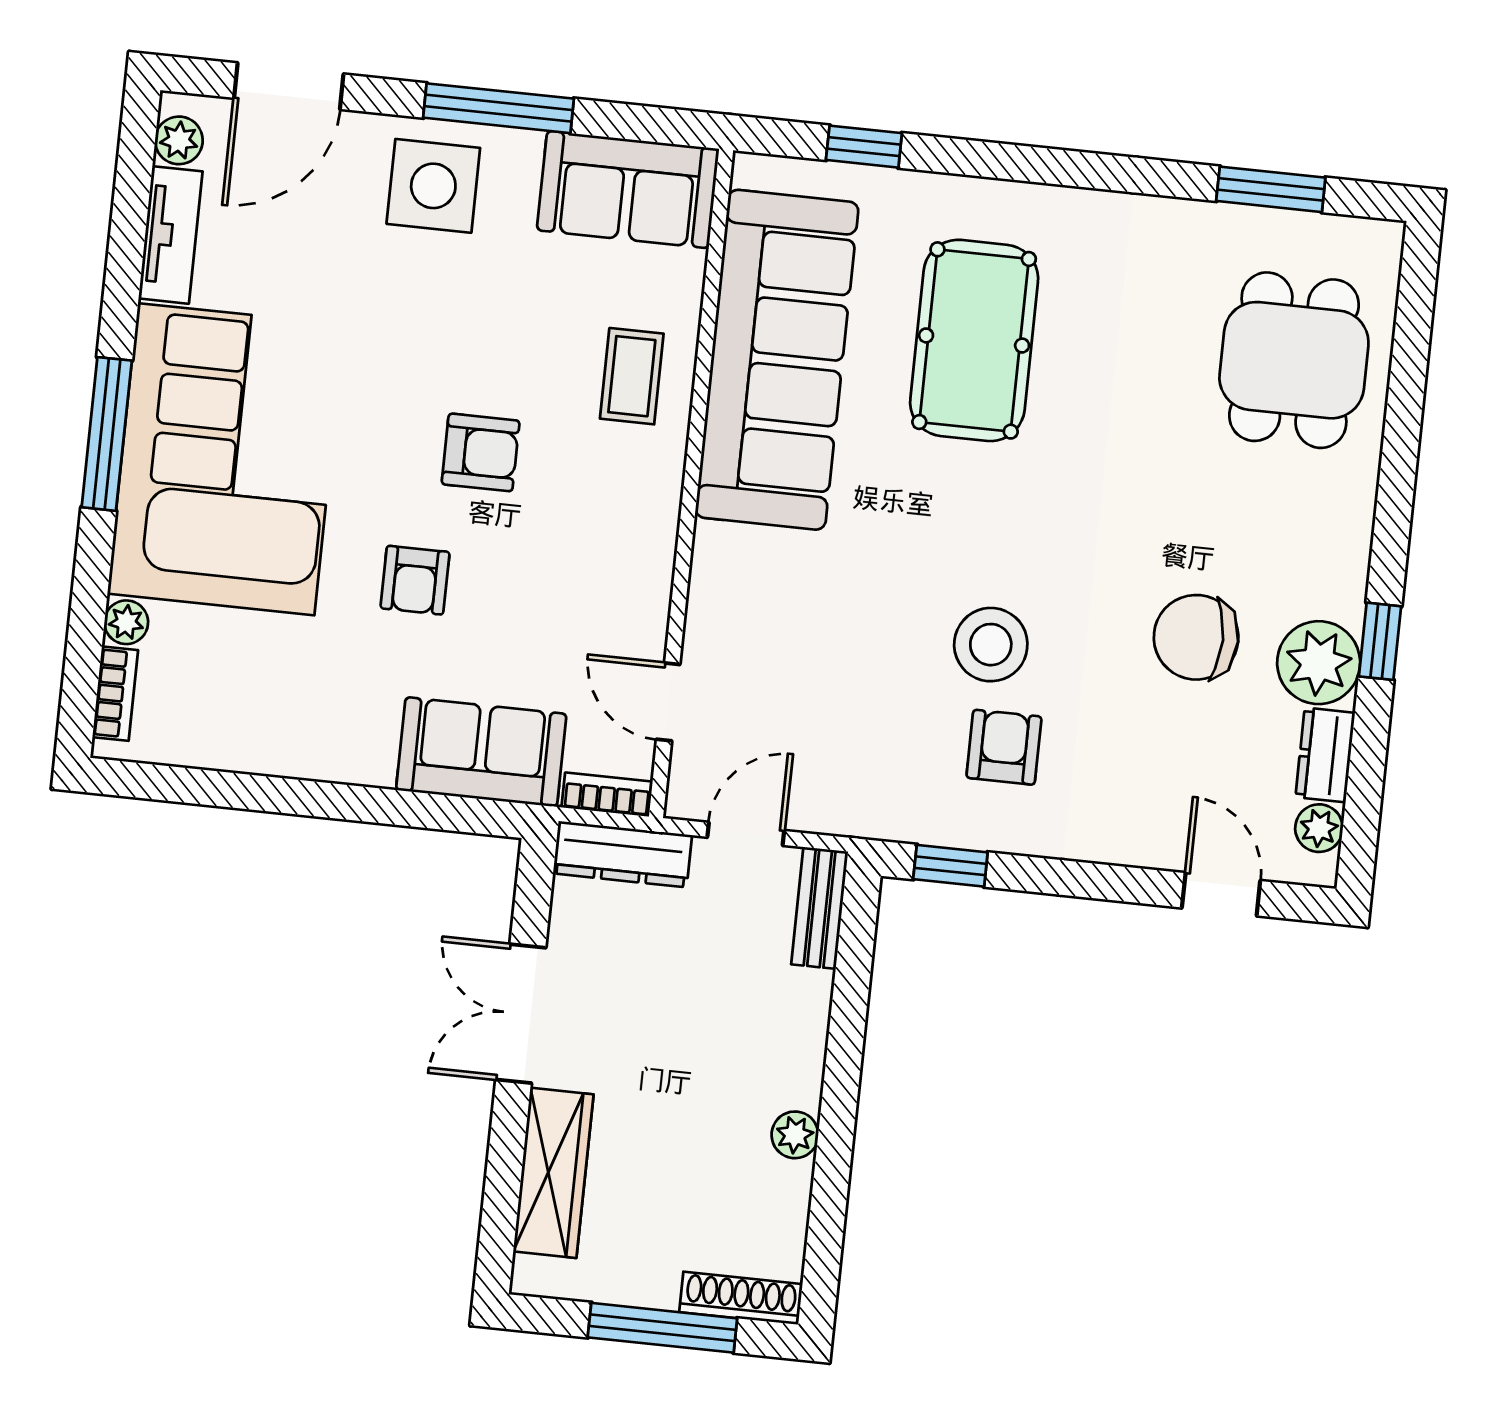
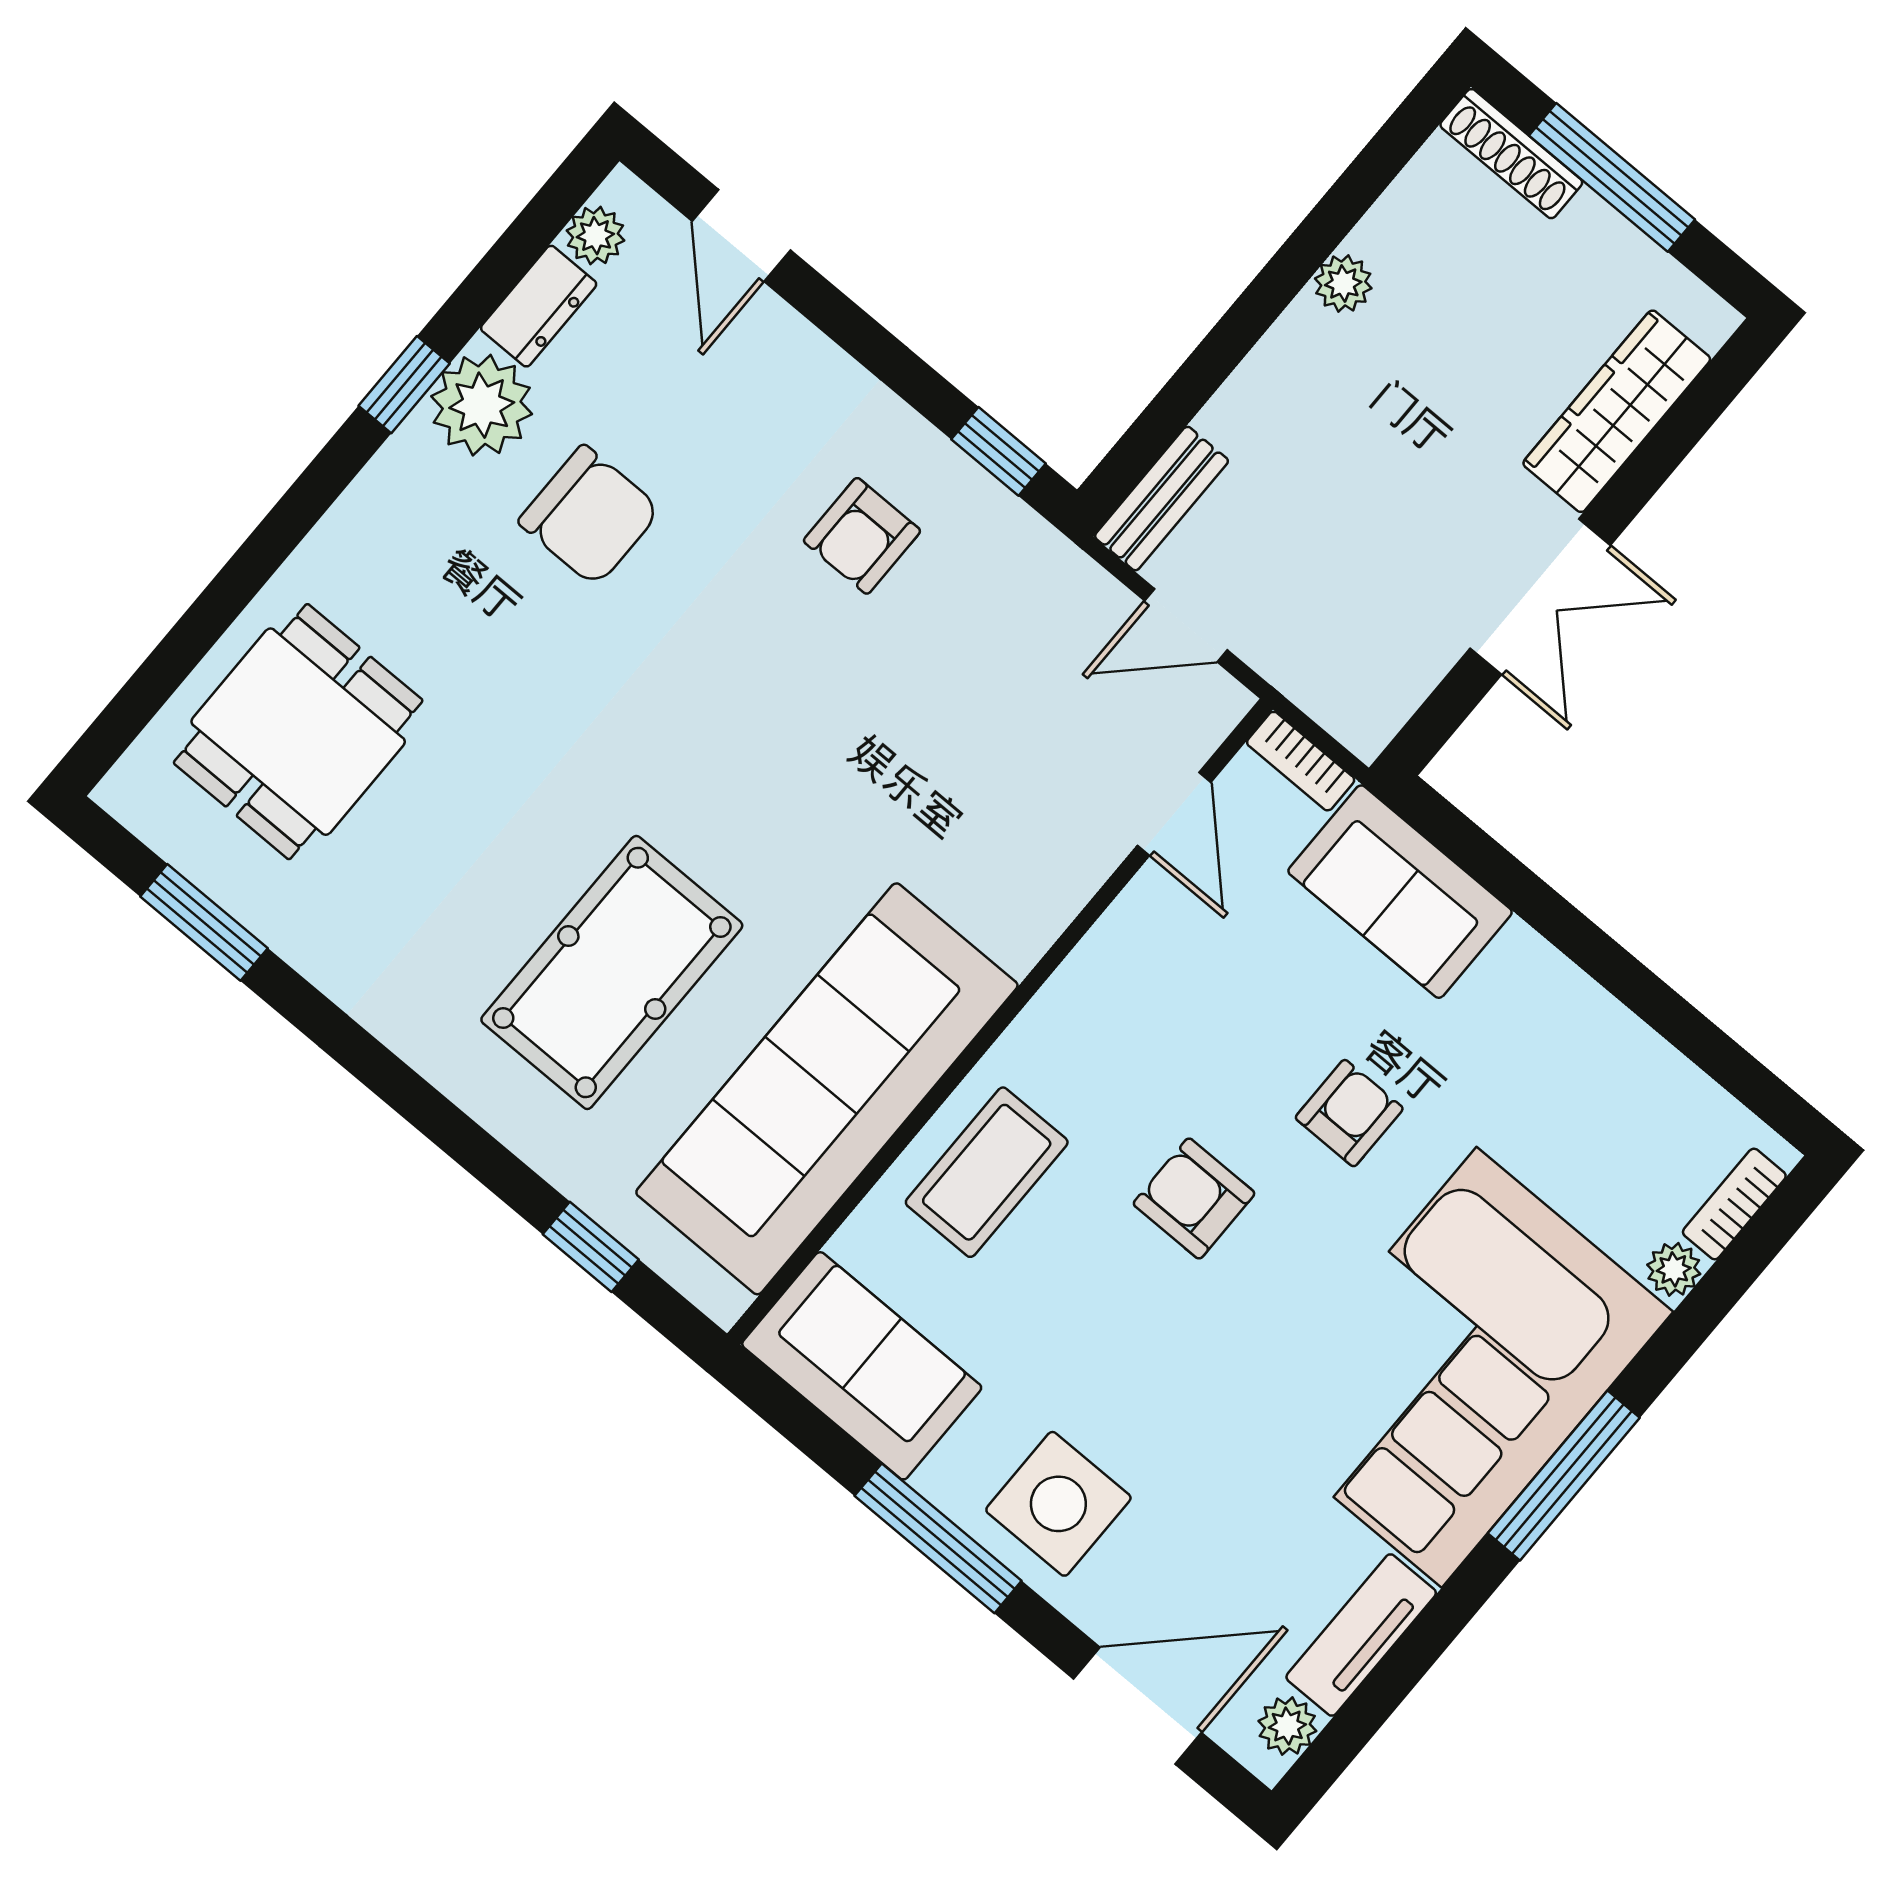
coffee table: (632, 376) -> (987, 1172), width x1.36, depth x1.30
stool: (991, 645) -> (805, 650), removed
dresser: (622, 854) -> (1326, 690), removed

